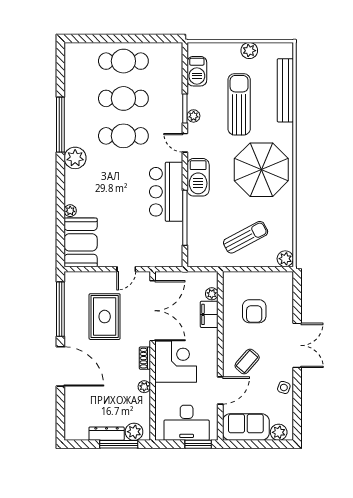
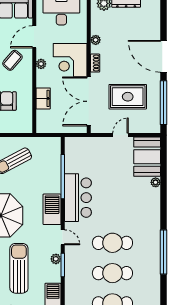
sun lounger: (239, 104) -> (19, 268), turned 180
plant: (75, 158) -> (152, 225), removed
door: (126, 269) -> (121, 135), moved
plant: (212, 294) -> (41, 64), moved
rug: (105, 317) -> (128, 97), turned 90

